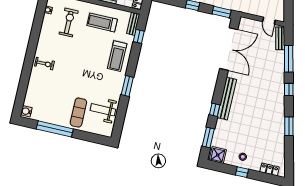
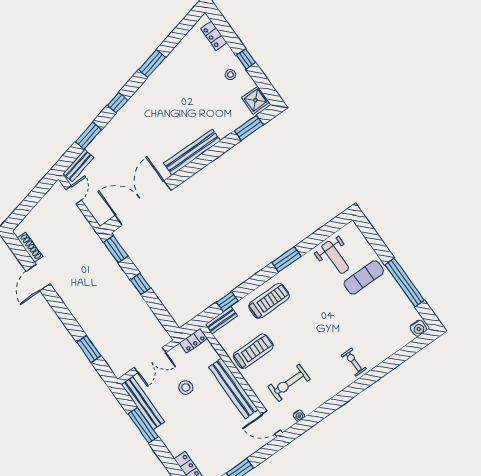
treadmill: (102, 22) -> (253, 351), turned -90
window: (289, 59) -> (88, 136), width x0.69
window: (215, 110) -> (216, 151), removed

